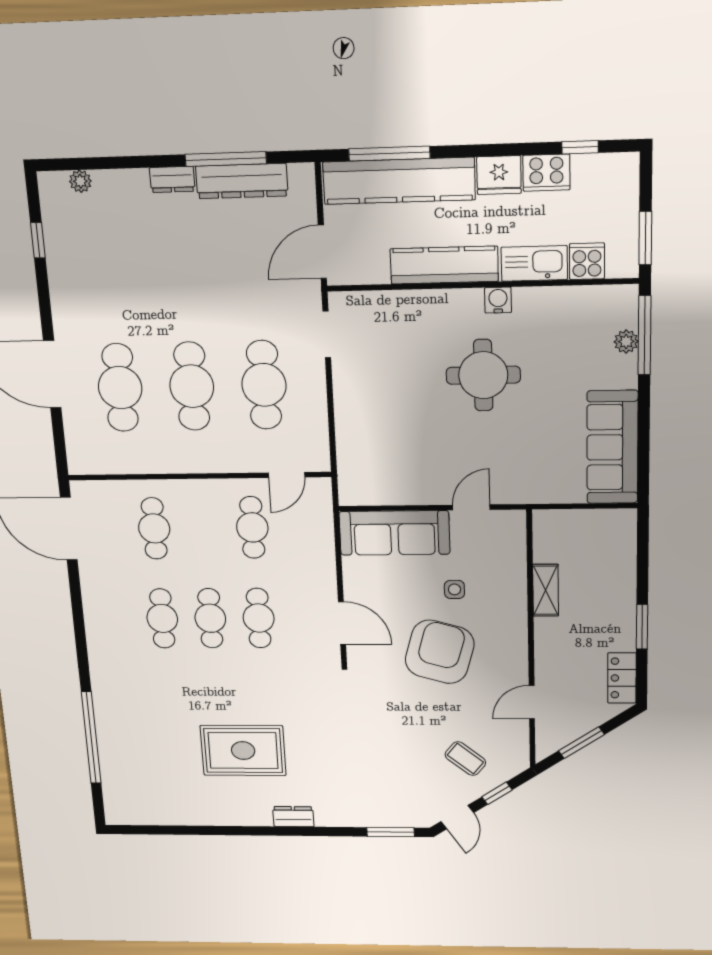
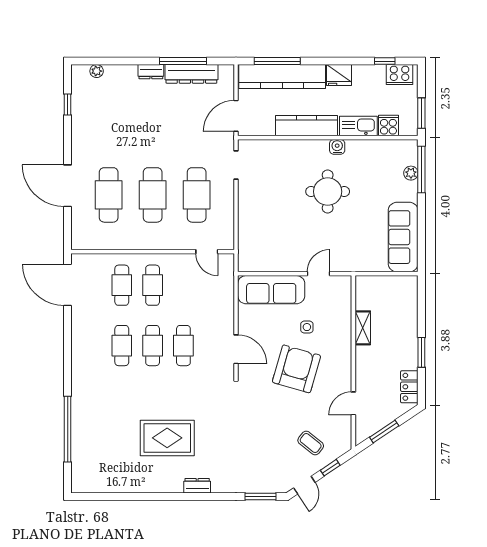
cooker: (546, 173) -> (400, 75), moved
door: (286, 475) -> (207, 252), hinge flipped
cafe table: (252, 527) -> (153, 285), moved

